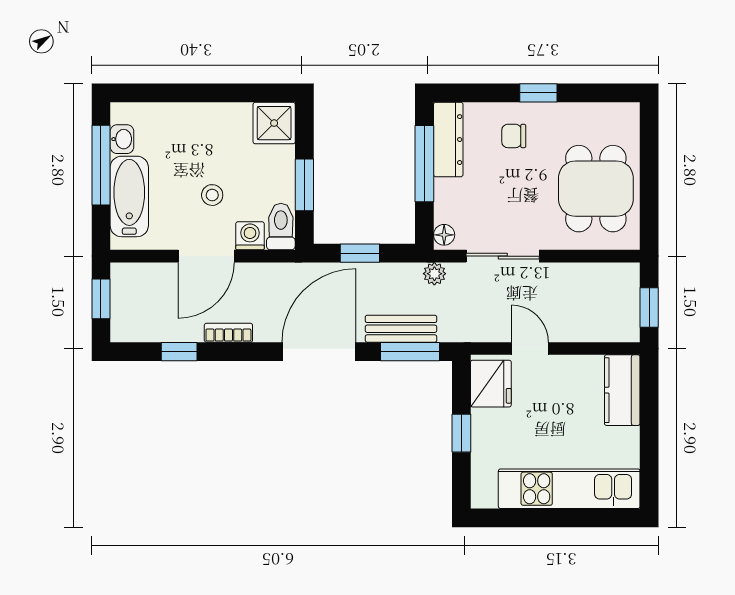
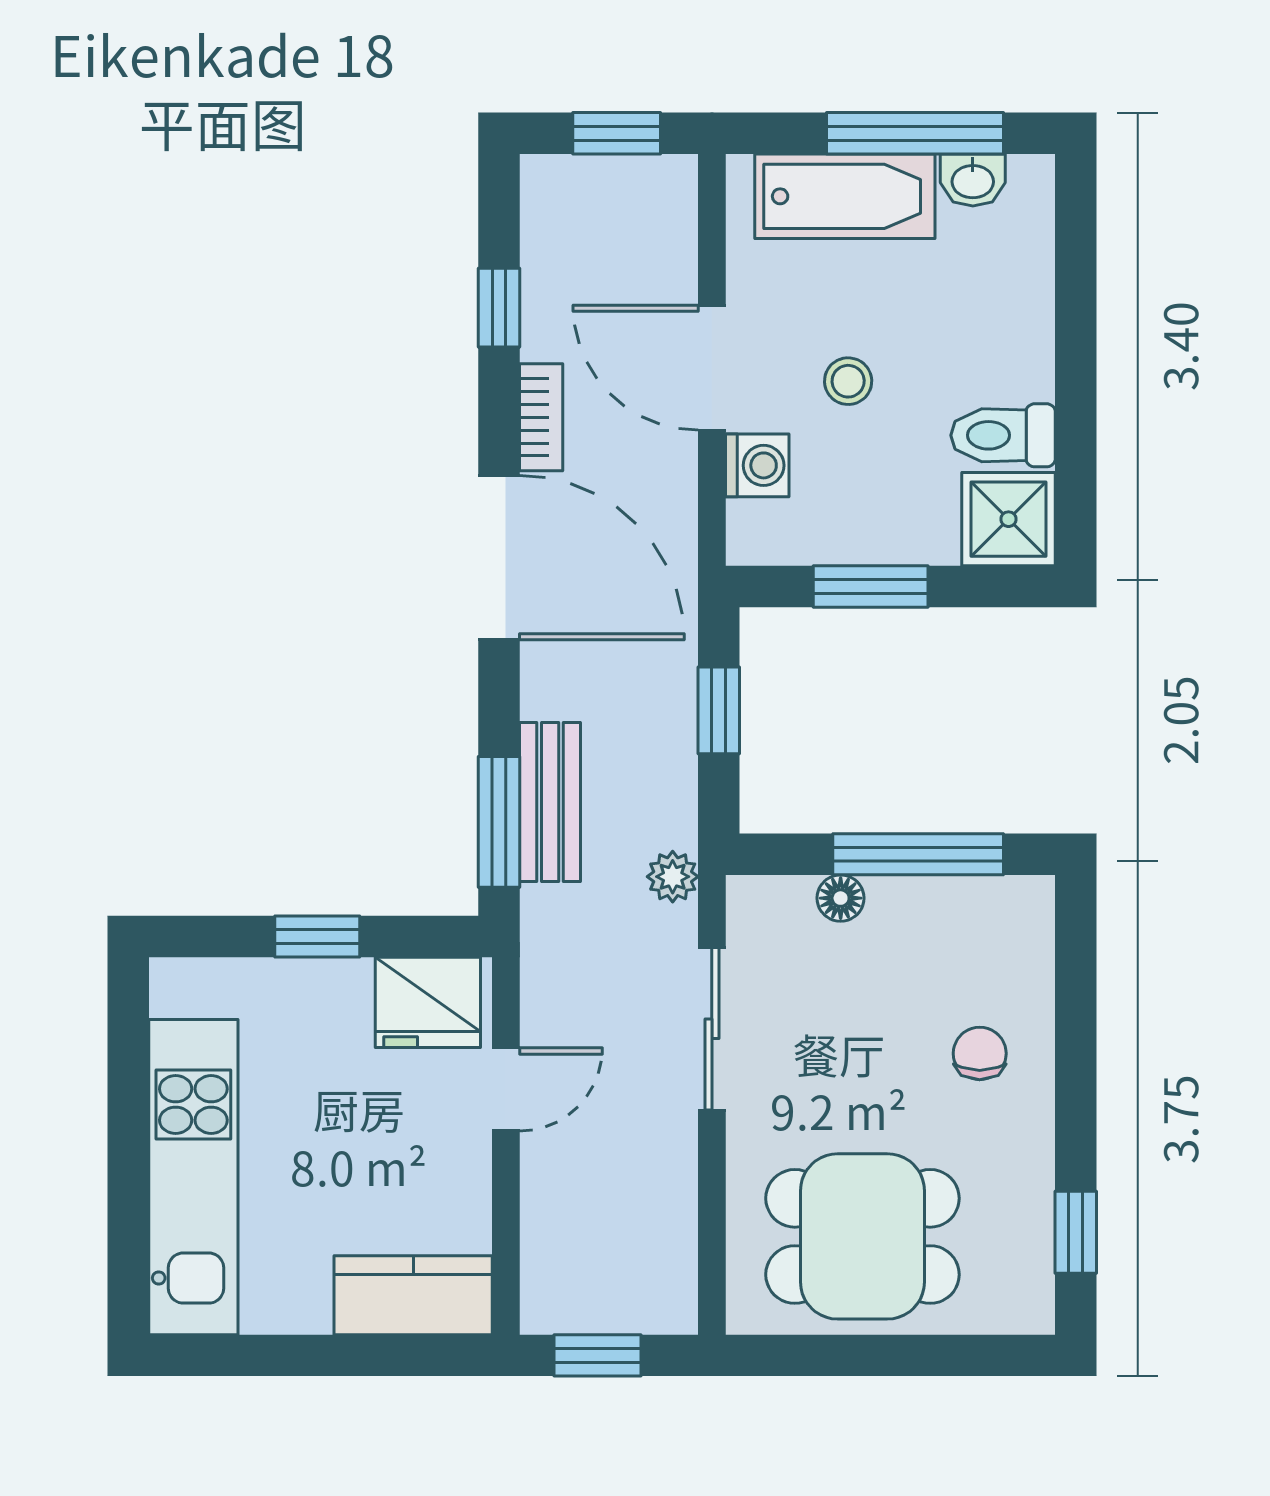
window: (538, 93) -> (1076, 1232), moved
dresser: (448, 140) -> (972, 907), removed
toilet: (281, 227) -> (1003, 435), moved, turned 180
floor lamp: (444, 235) -> (841, 898), moved
door: (319, 352) -> (499, 558), moved

